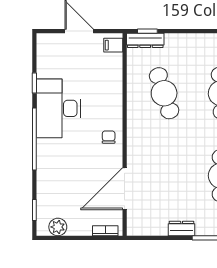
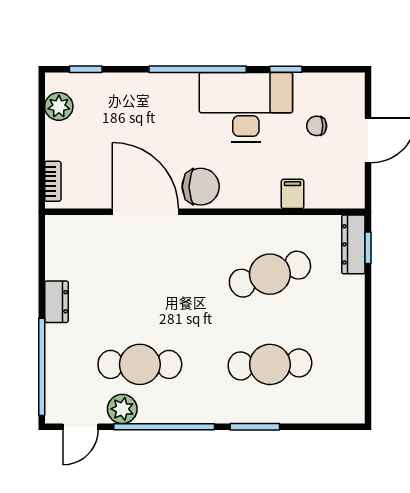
filing cabinet: (113, 45) -> (293, 194), moved
chair: (70, 64) -> (317, 126), added
chair: (109, 137) -> (201, 187), width x1.87, depth x1.87
door: (125, 189) -> (145, 212), moved

